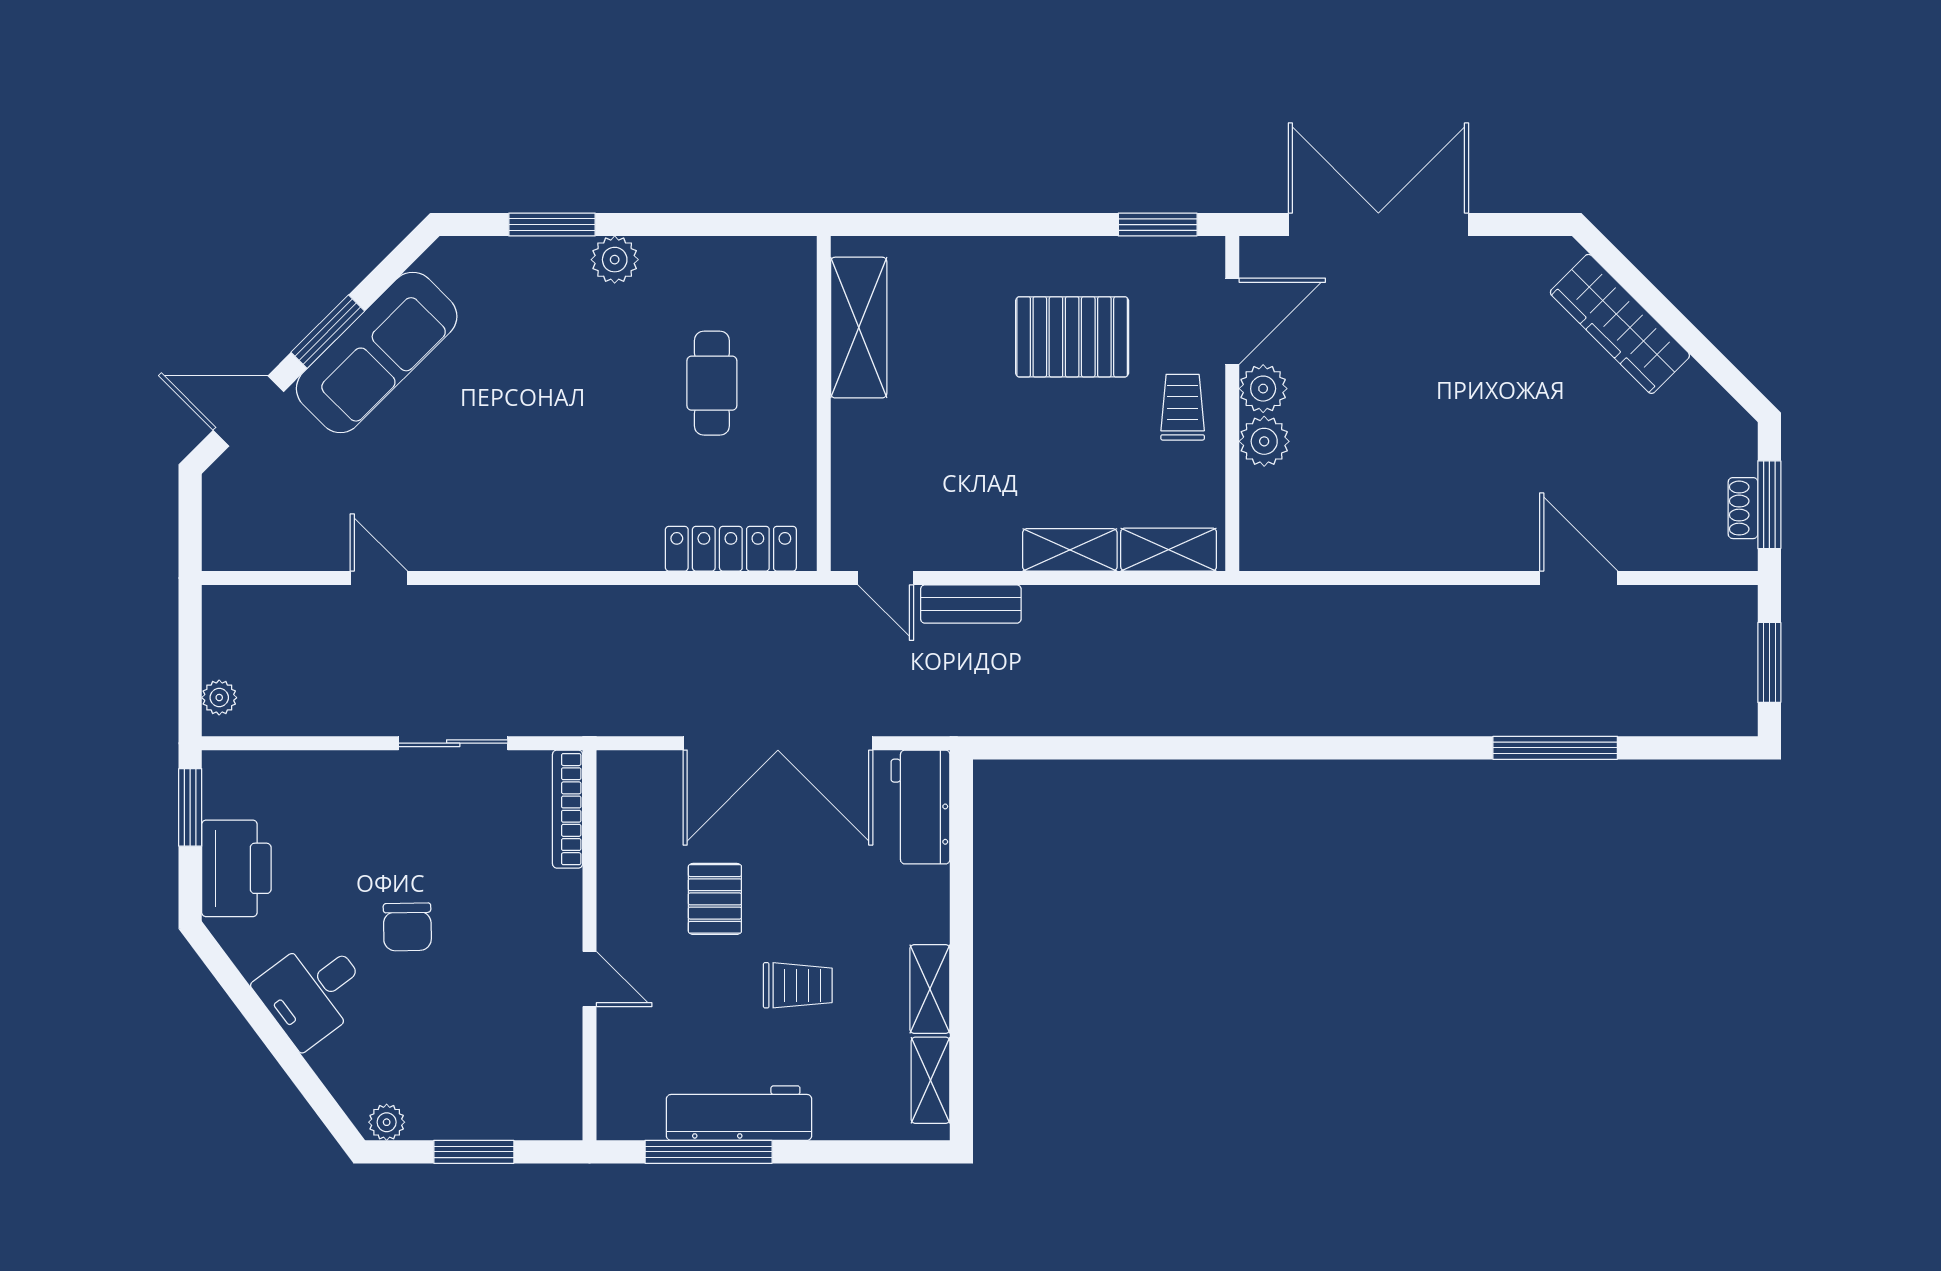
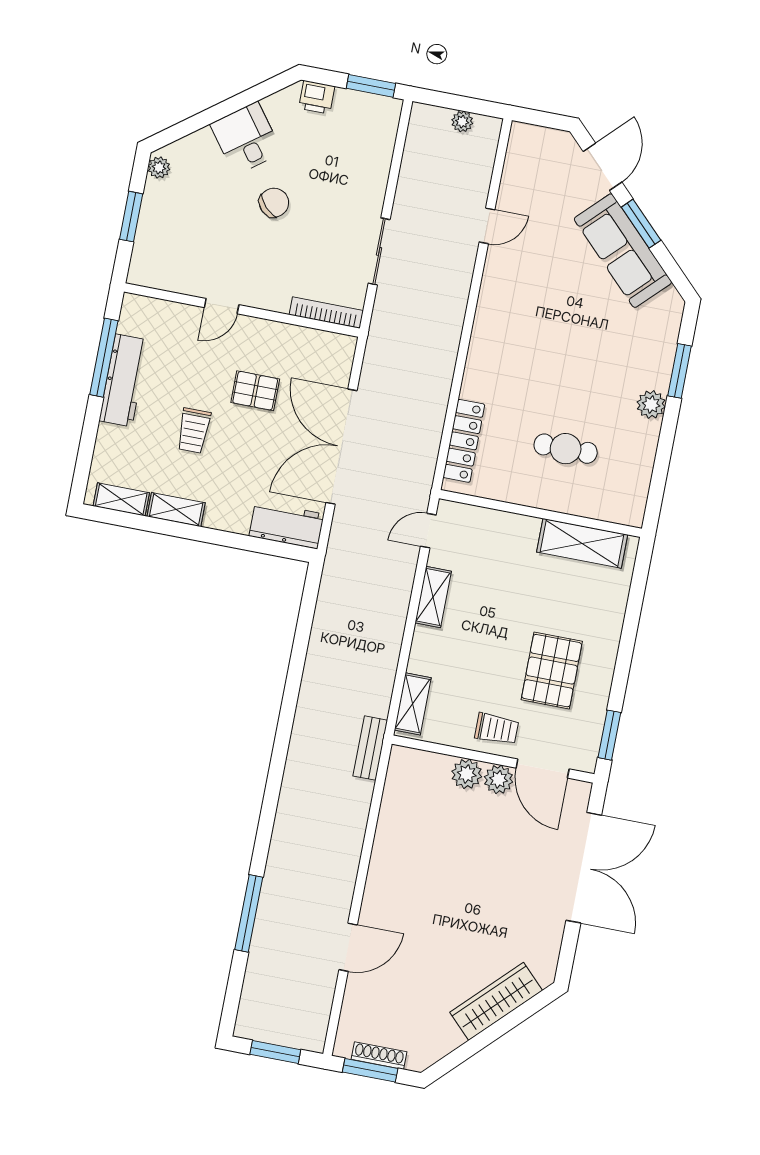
shoe rack: (1743, 508) -> (379, 1056), width x1.43
shelving: (1070, 550) -> (433, 597), moved
bench: (971, 604) -> (370, 748), moved
plant: (219, 698) -> (462, 122), moved
printer: (236, 868) -> (317, 97), width x0.53, depth x0.68
chair: (407, 927) -> (274, 203), turned 137

